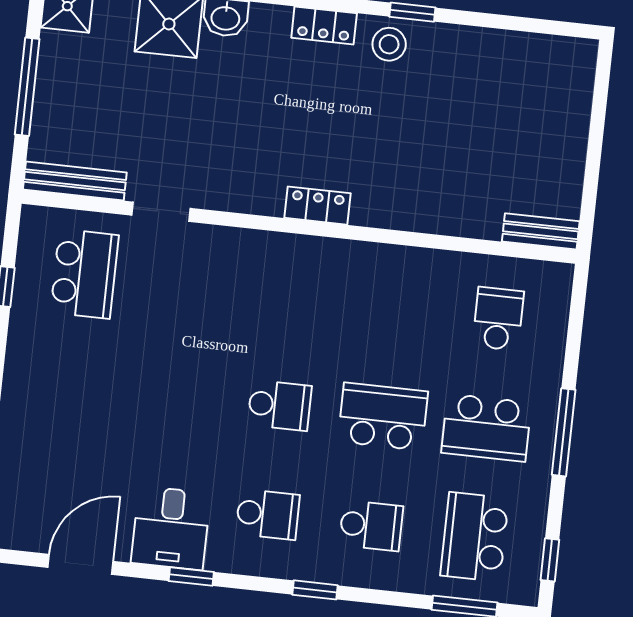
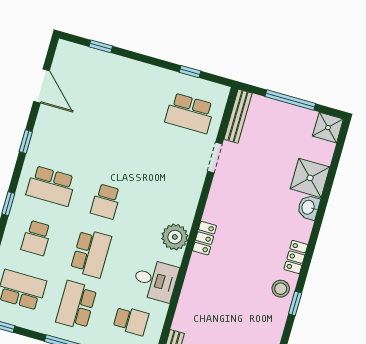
plant: (325, 262) -> (175, 237), added
school desk: (268, 514) -> (51, 186), width x1.85
desk: (171, 528) -> (155, 280), moved, turned 180

